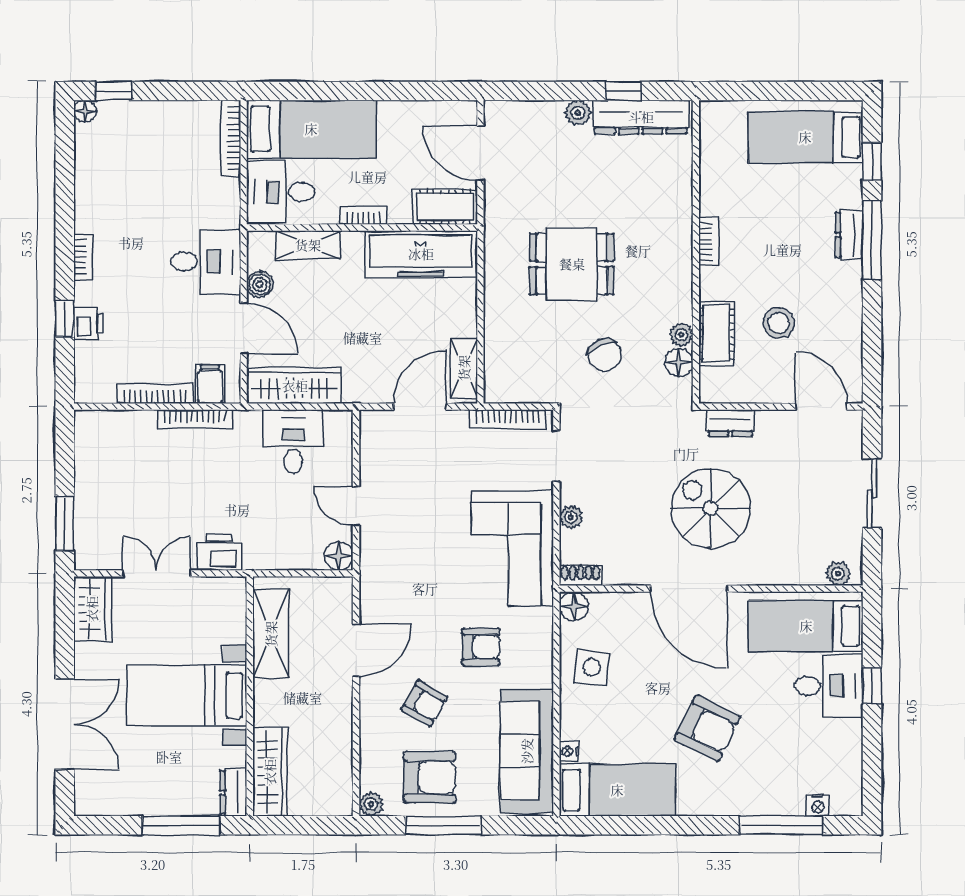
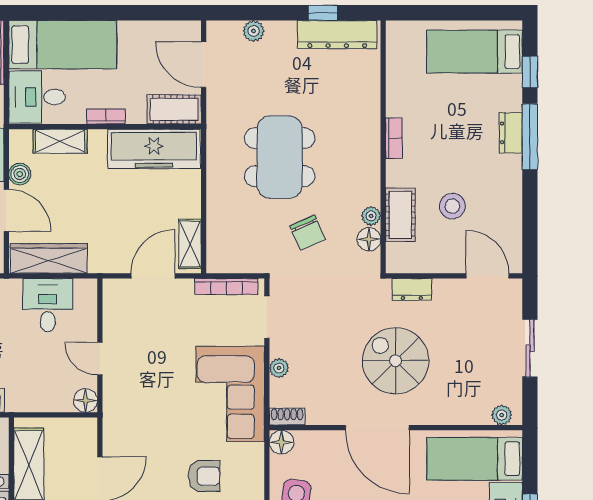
plant: (578, 113) -> (254, 31), moved
dining table: (572, 264) -> (280, 157), width x1.37

